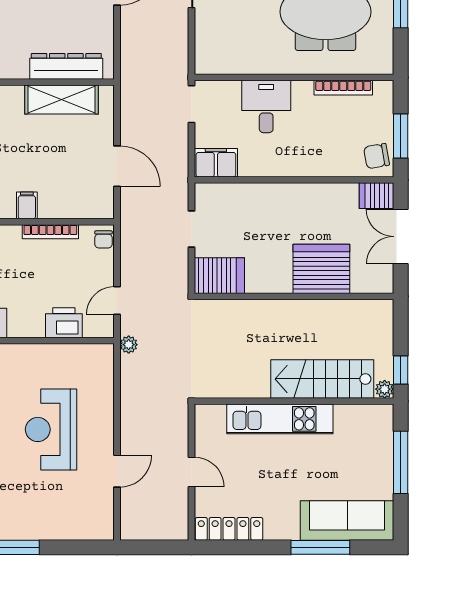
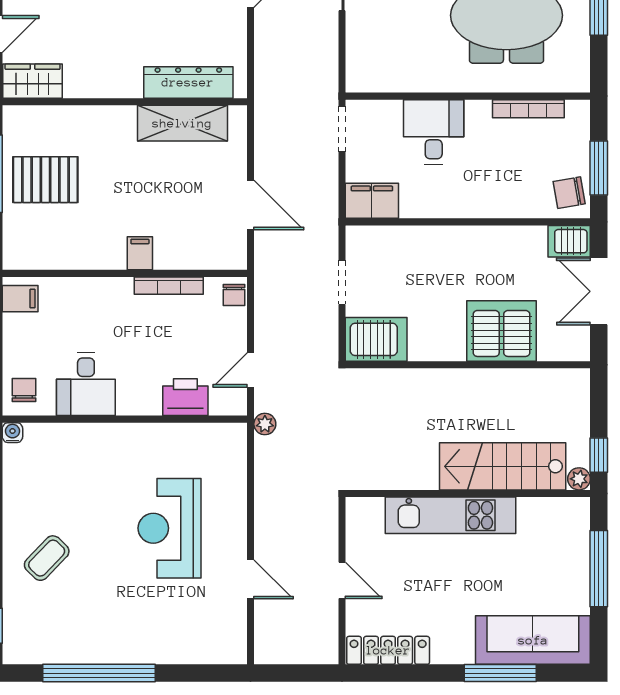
door: (117, 471) -> (251, 579), hinge flipped

